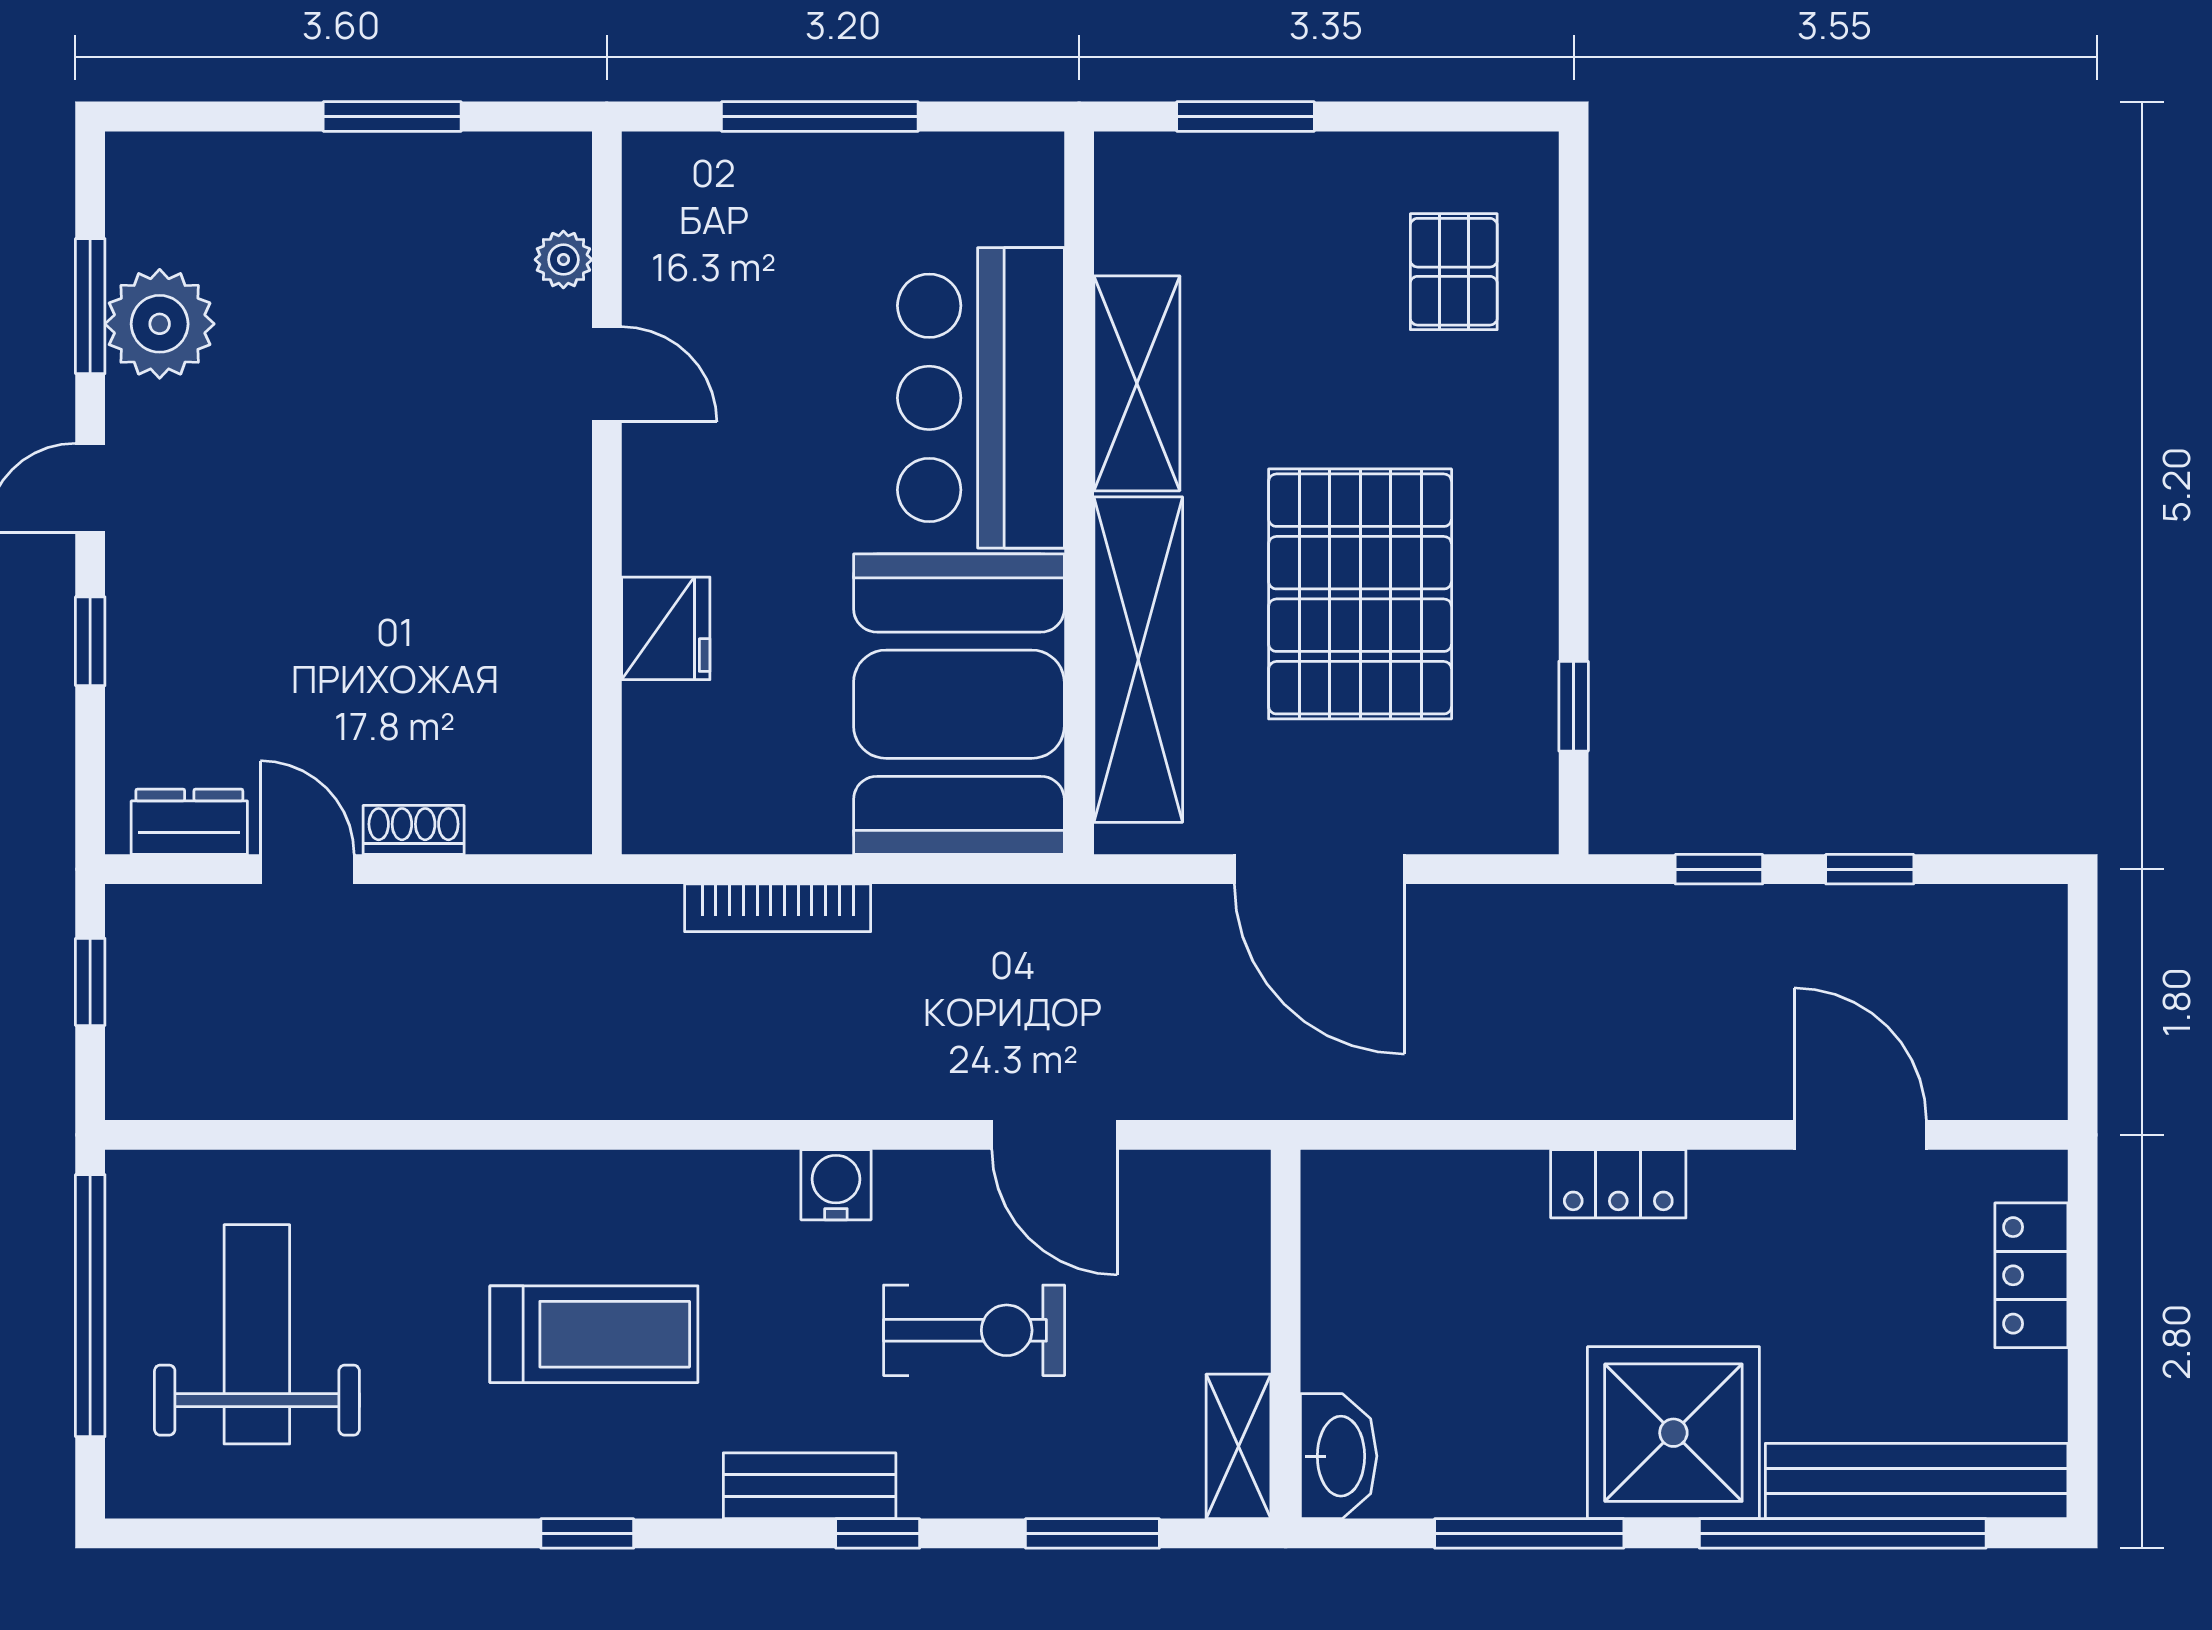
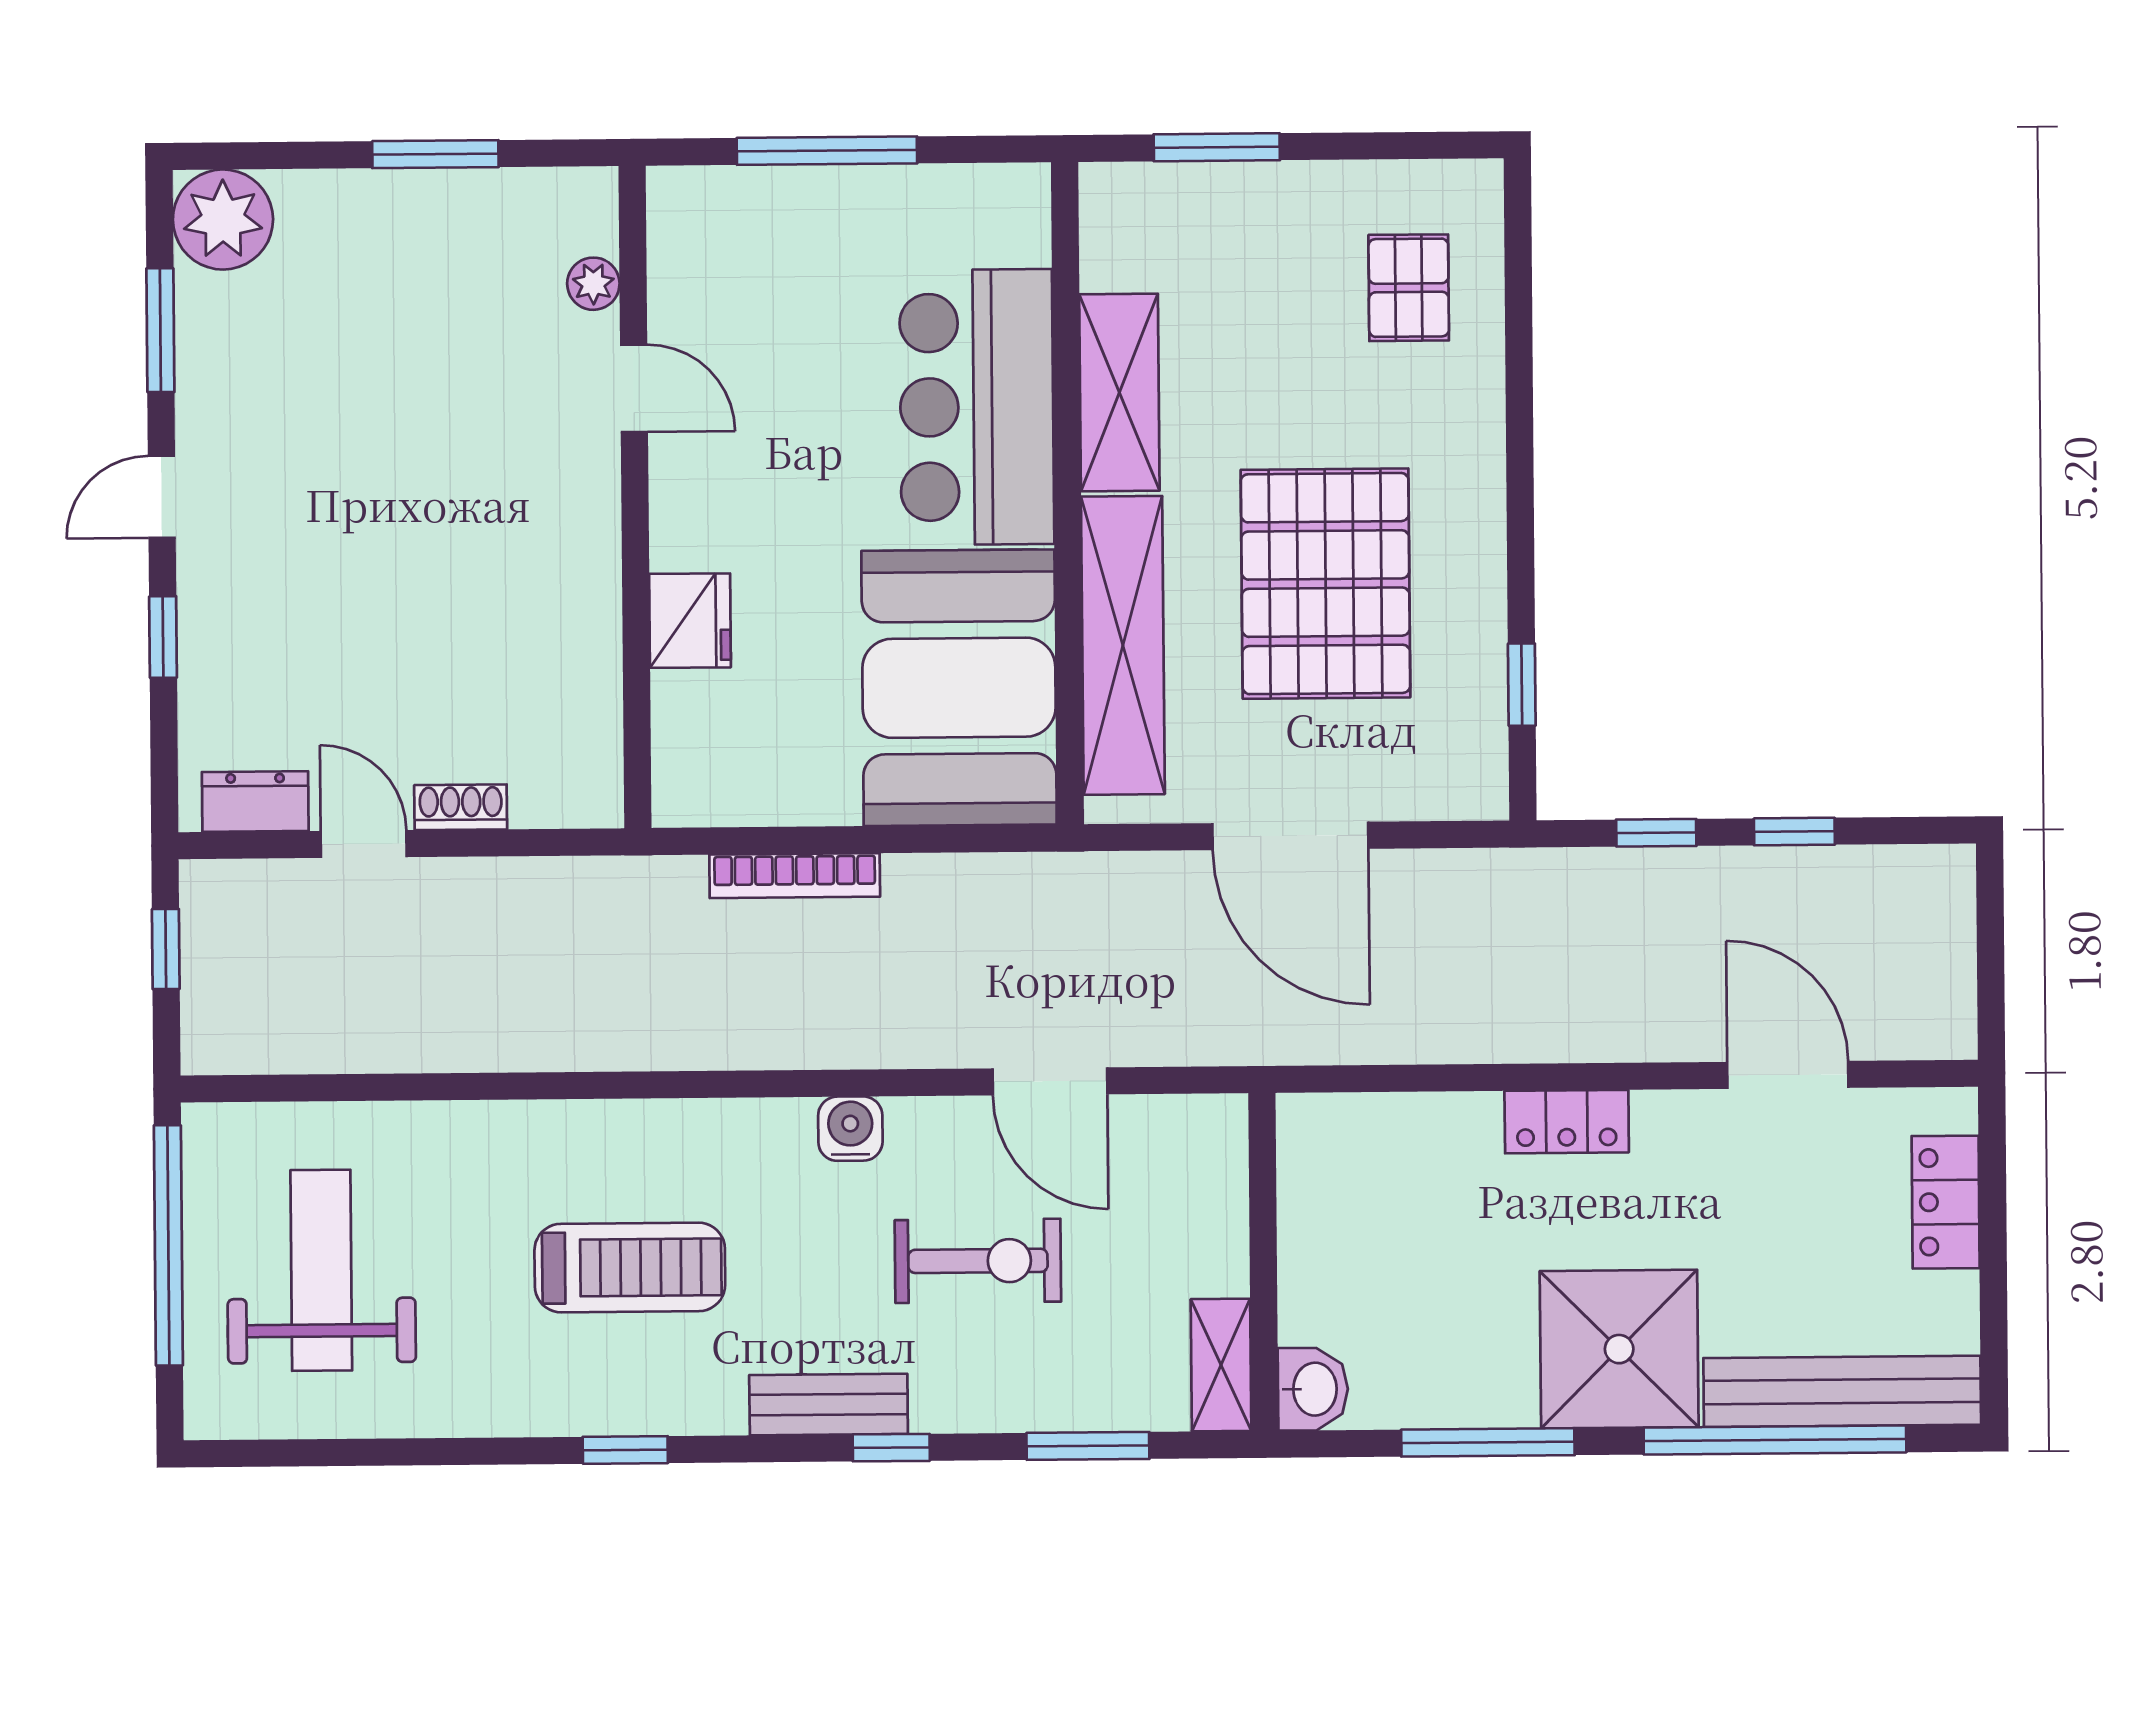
plant: (160, 324) -> (223, 220), moved
washbasin: (1339, 1456) -> (1313, 1389), width x0.72

